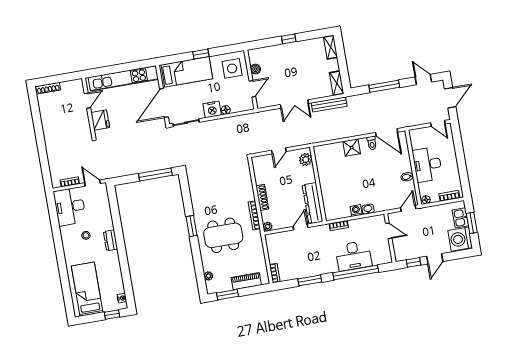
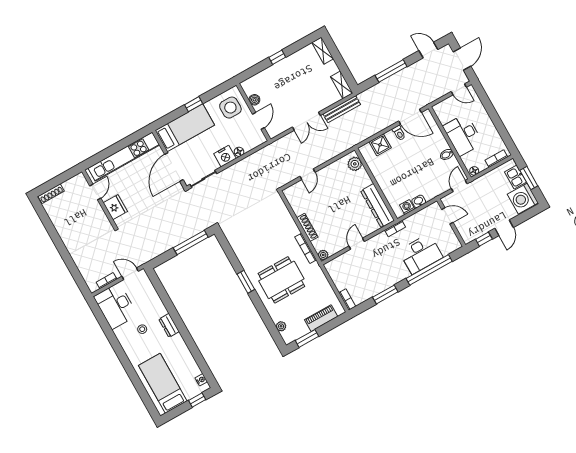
plant: (306, 160) -> (355, 164), moved
wall: (318, 184) -> (376, 184), moved
dresser: (313, 203) -> (377, 206), moved

